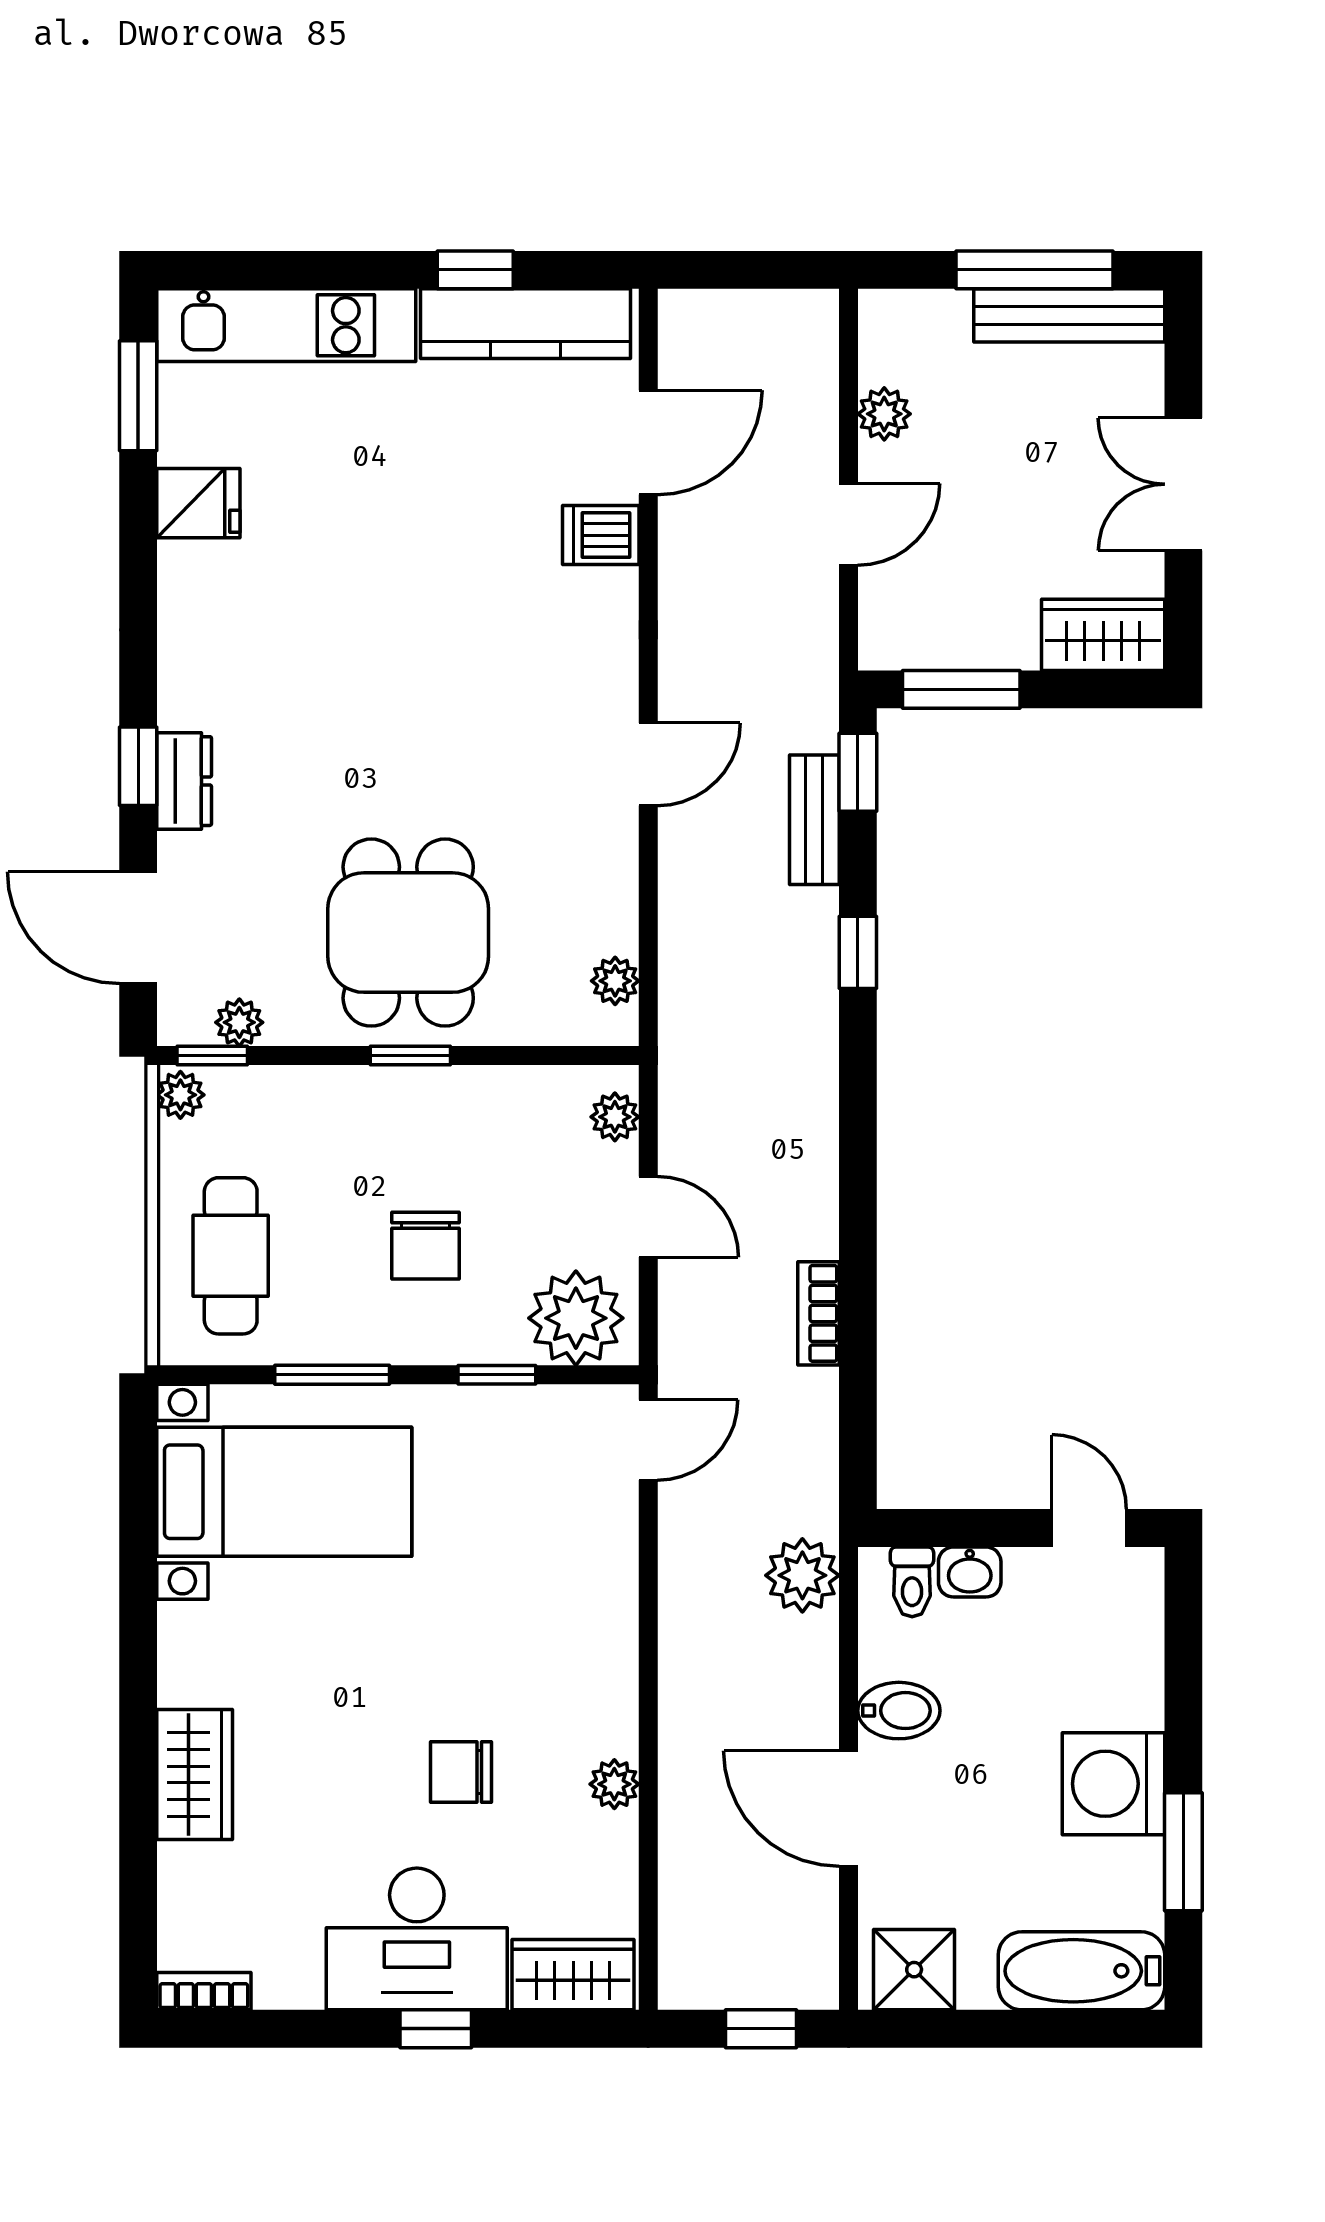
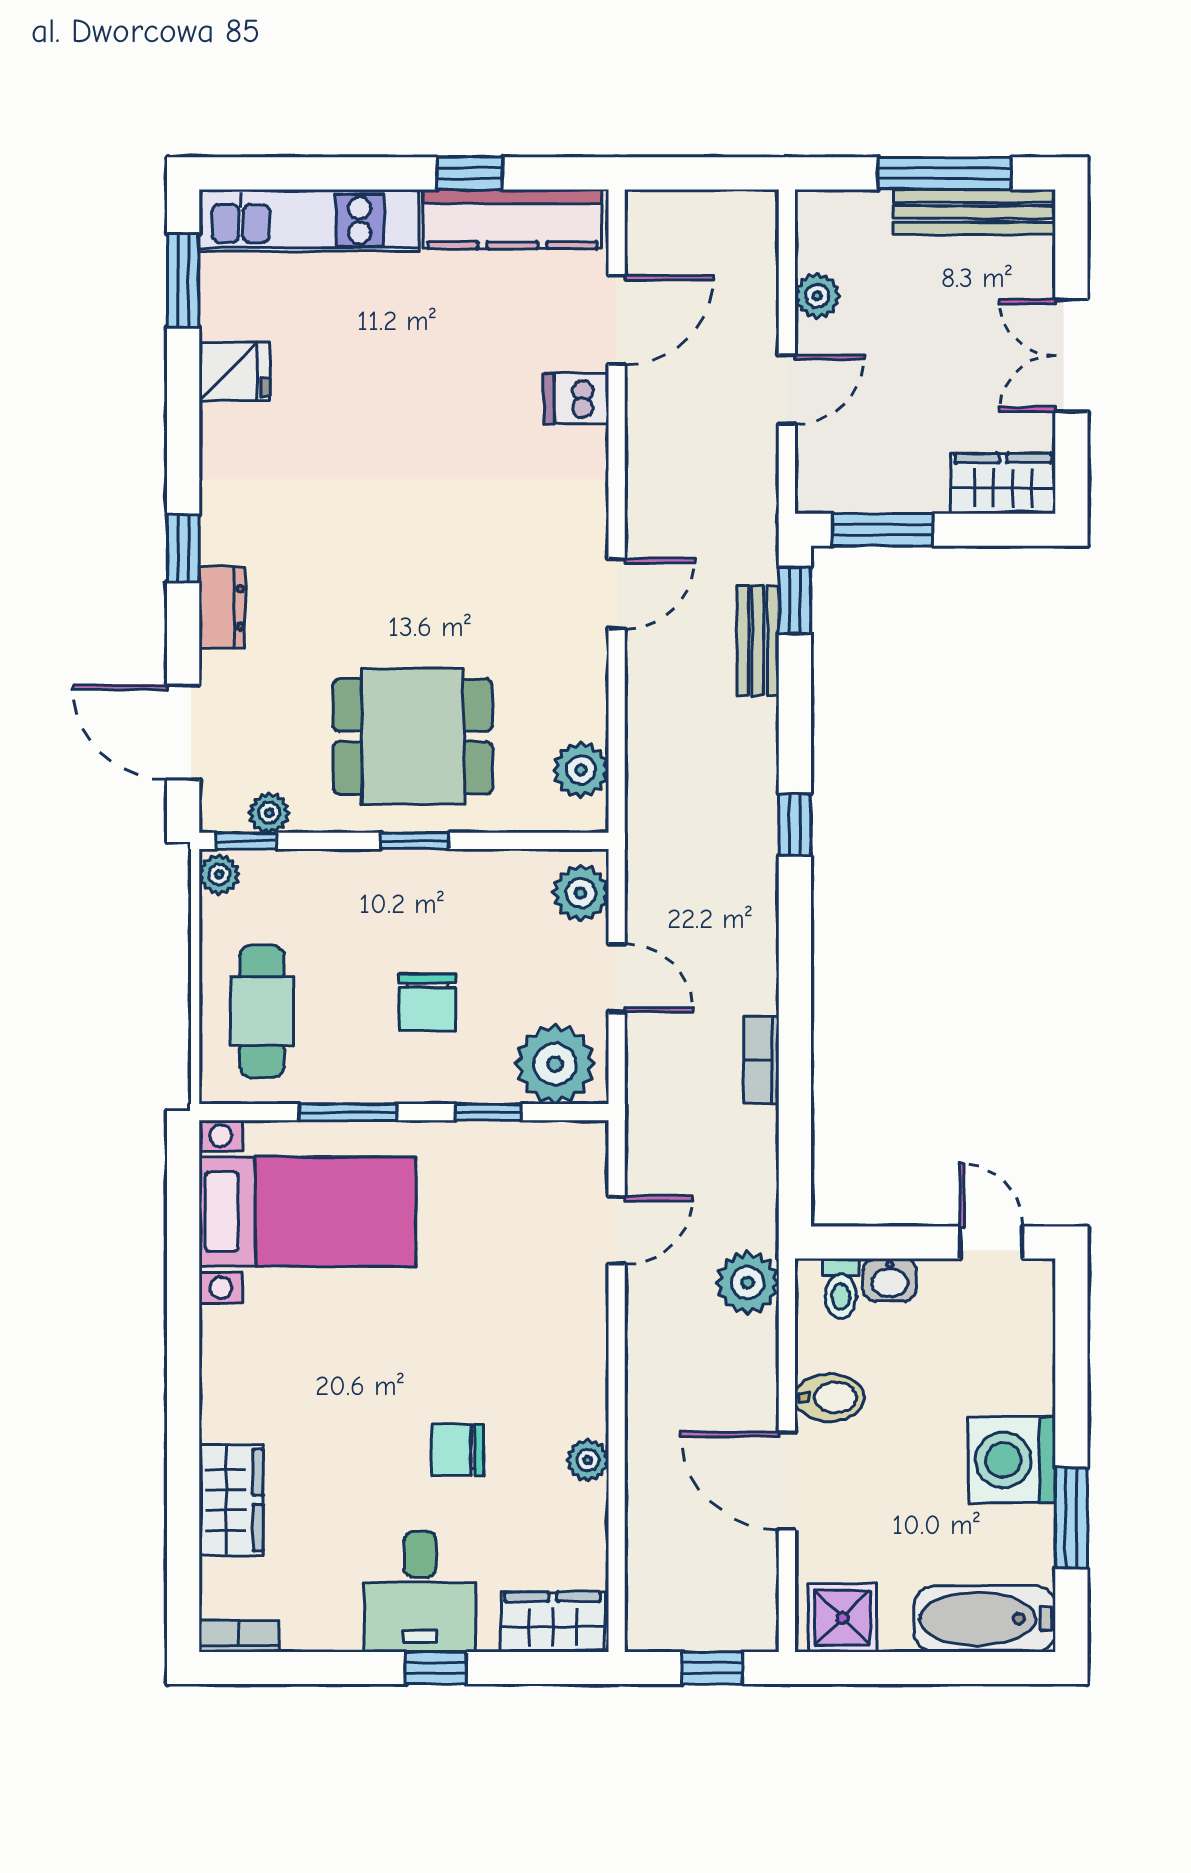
window: (138, 766) -> (183, 548), moved
dining table: (408, 933) -> (413, 736), turned 90
window: (858, 952) -> (795, 825), moved
plant: (615, 981) -> (581, 770), width x1.38, depth x1.38
plant: (615, 1117) -> (581, 893), width x1.38, depth x1.38
door: (648, 1440) -> (617, 1230), moved
wardrobe: (195, 1774) -> (231, 1500), moved
desk: (417, 1939) -> (420, 1592), width x0.73

